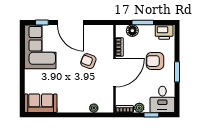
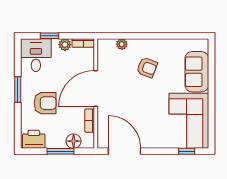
door: (71, 22) -> (124, 151), moved
armchair: (88, 61) -> (147, 68), moved
sofa: (41, 103) -> (197, 72), moved, turned 90

